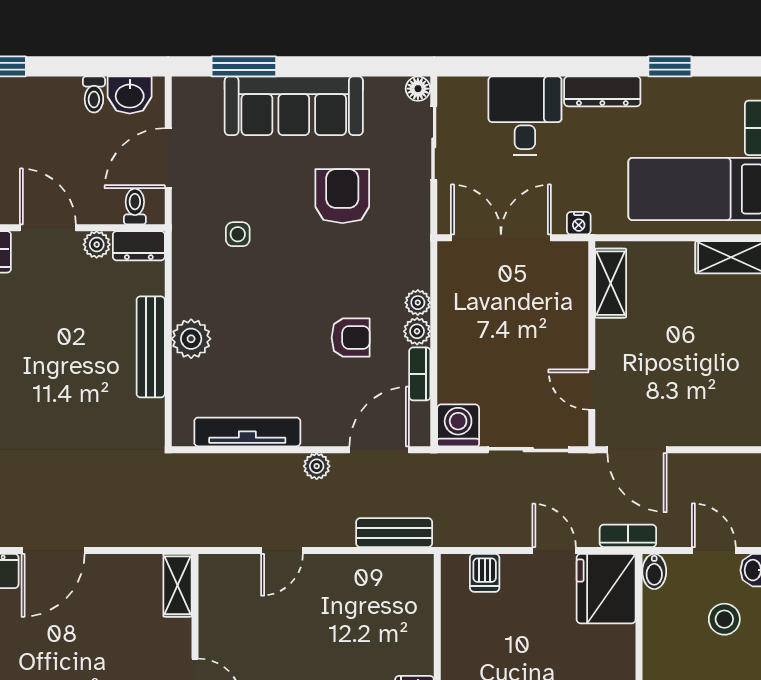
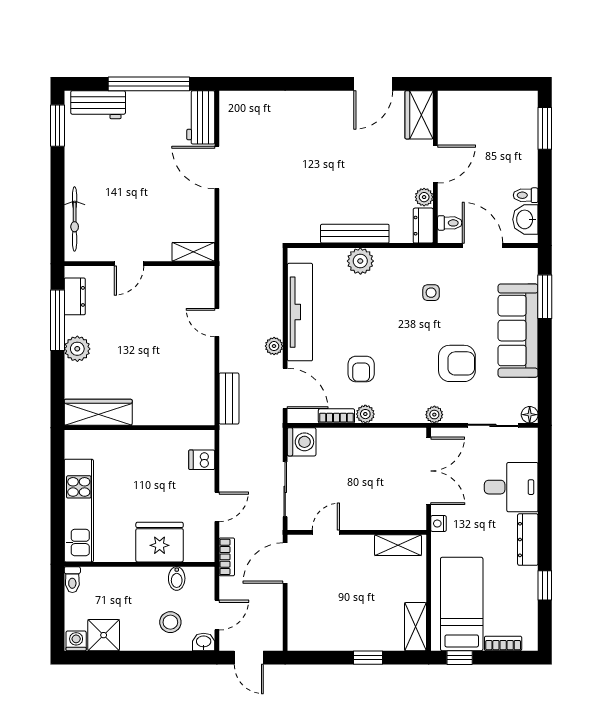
plant: (418, 303) -> (434, 415), moved
tv unit: (247, 432) -> (300, 312), width x1.36, depth x1.29
bidet: (654, 571) -> (177, 578), moved, turned -90
fridge: (606, 589) -> (160, 542), moved

